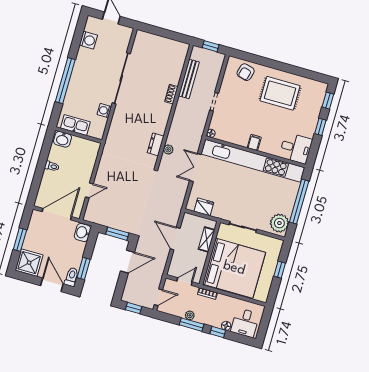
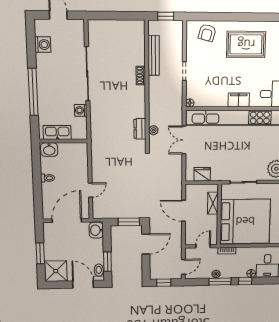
filing cabinet: (254, 142) -> (239, 100), width x2.00

